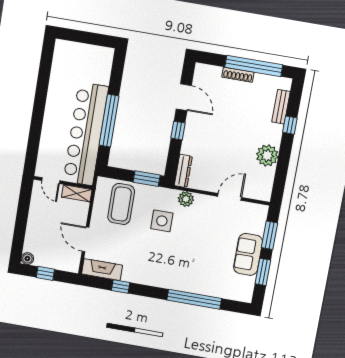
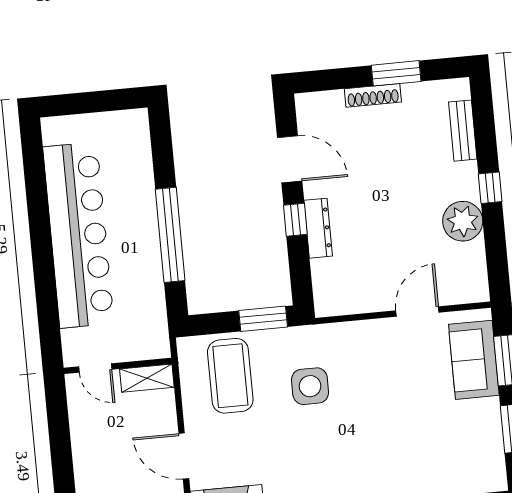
window: (254, 66) -> (396, 73), width x0.47
window: (290, 125) -> (490, 188), moved
bar counter: (86, 134) -> (78, 235), moved, turned 180
dresser: (183, 171) -> (318, 228), moved
plant: (186, 199) -> (342, 336), removed
sofa: (248, 254) -> (474, 360), moved

